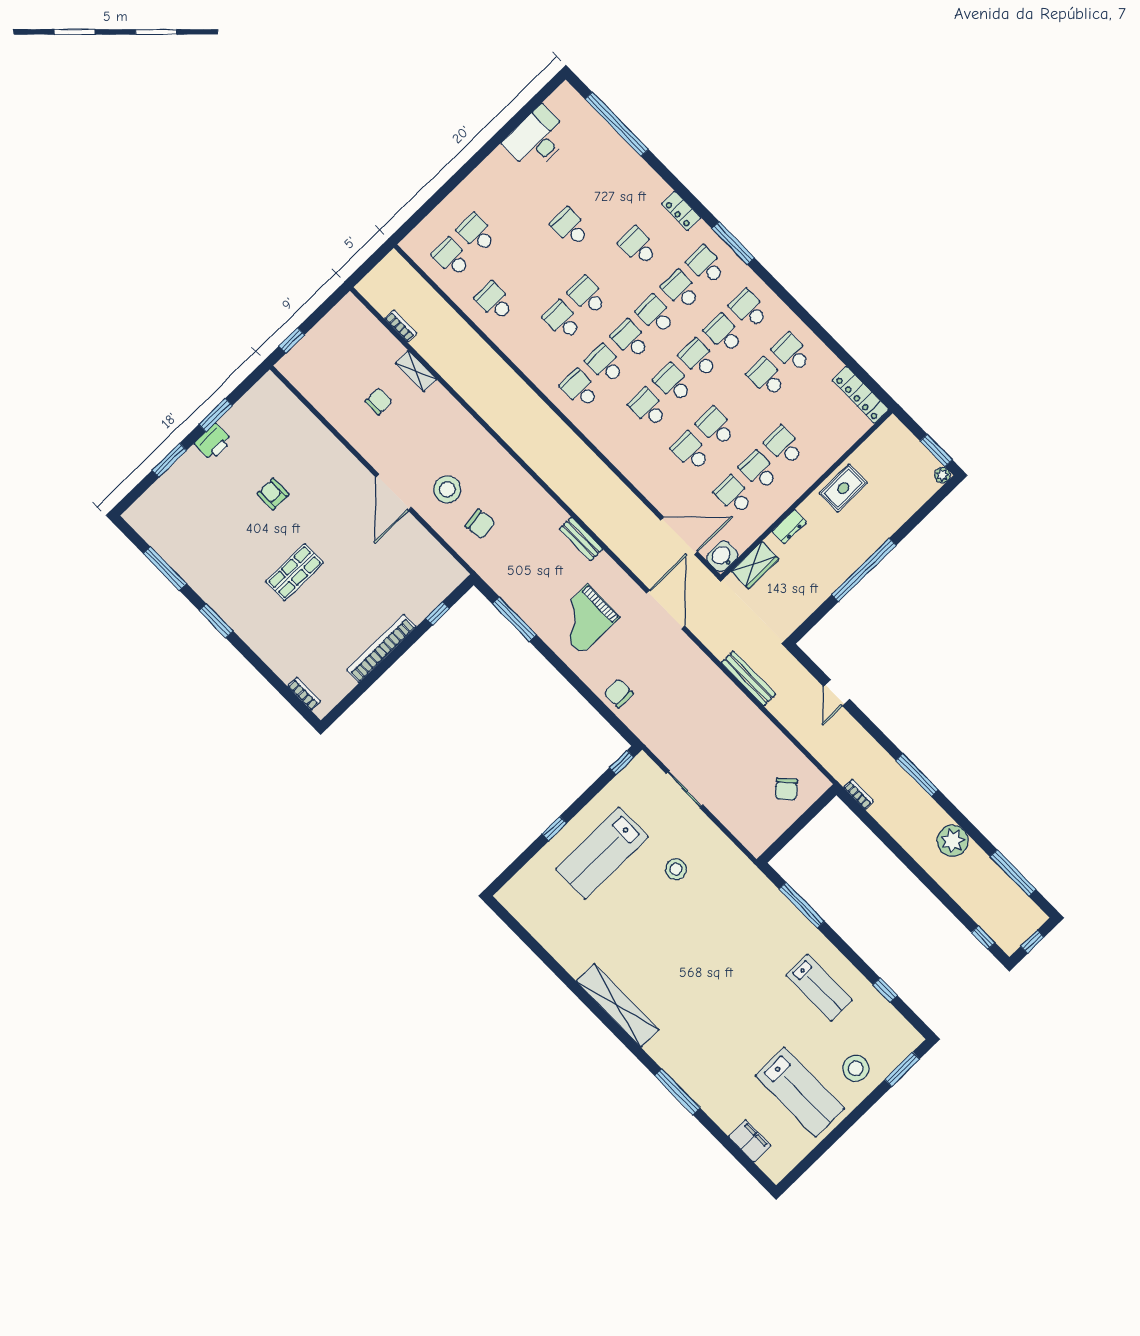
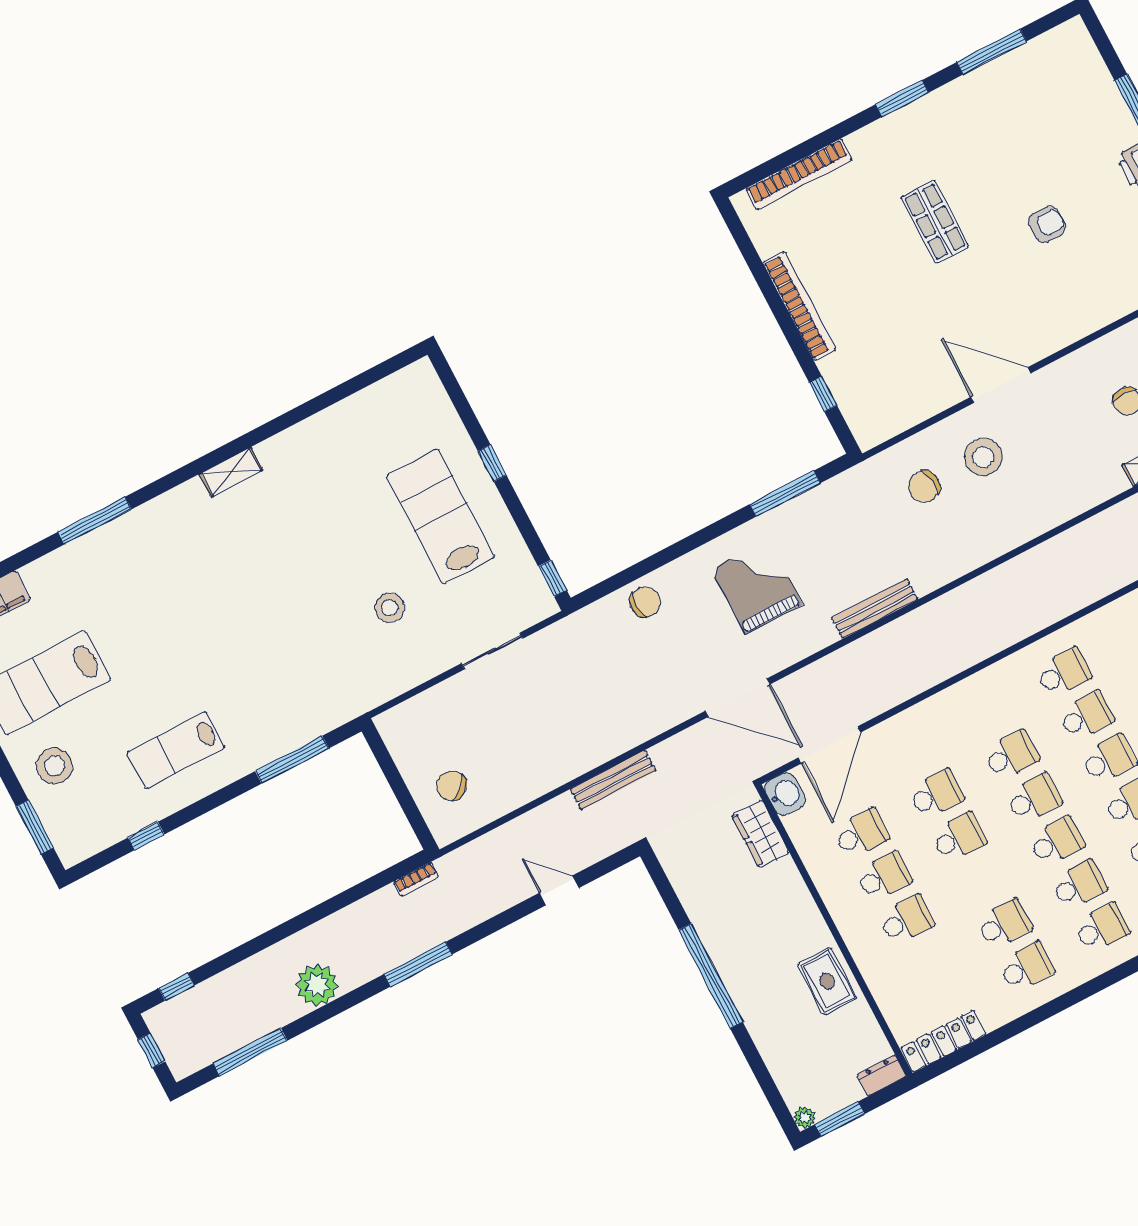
dresser: (789, 527) -> (881, 1075), moved, turned 90
bench: (581, 539) -> (875, 609), width x1.36
bookcase: (304, 694) -> (799, 174), width x2.31, depth x1.31
shelving: (618, 1005) -> (231, 472), width x0.45, depth x0.75

